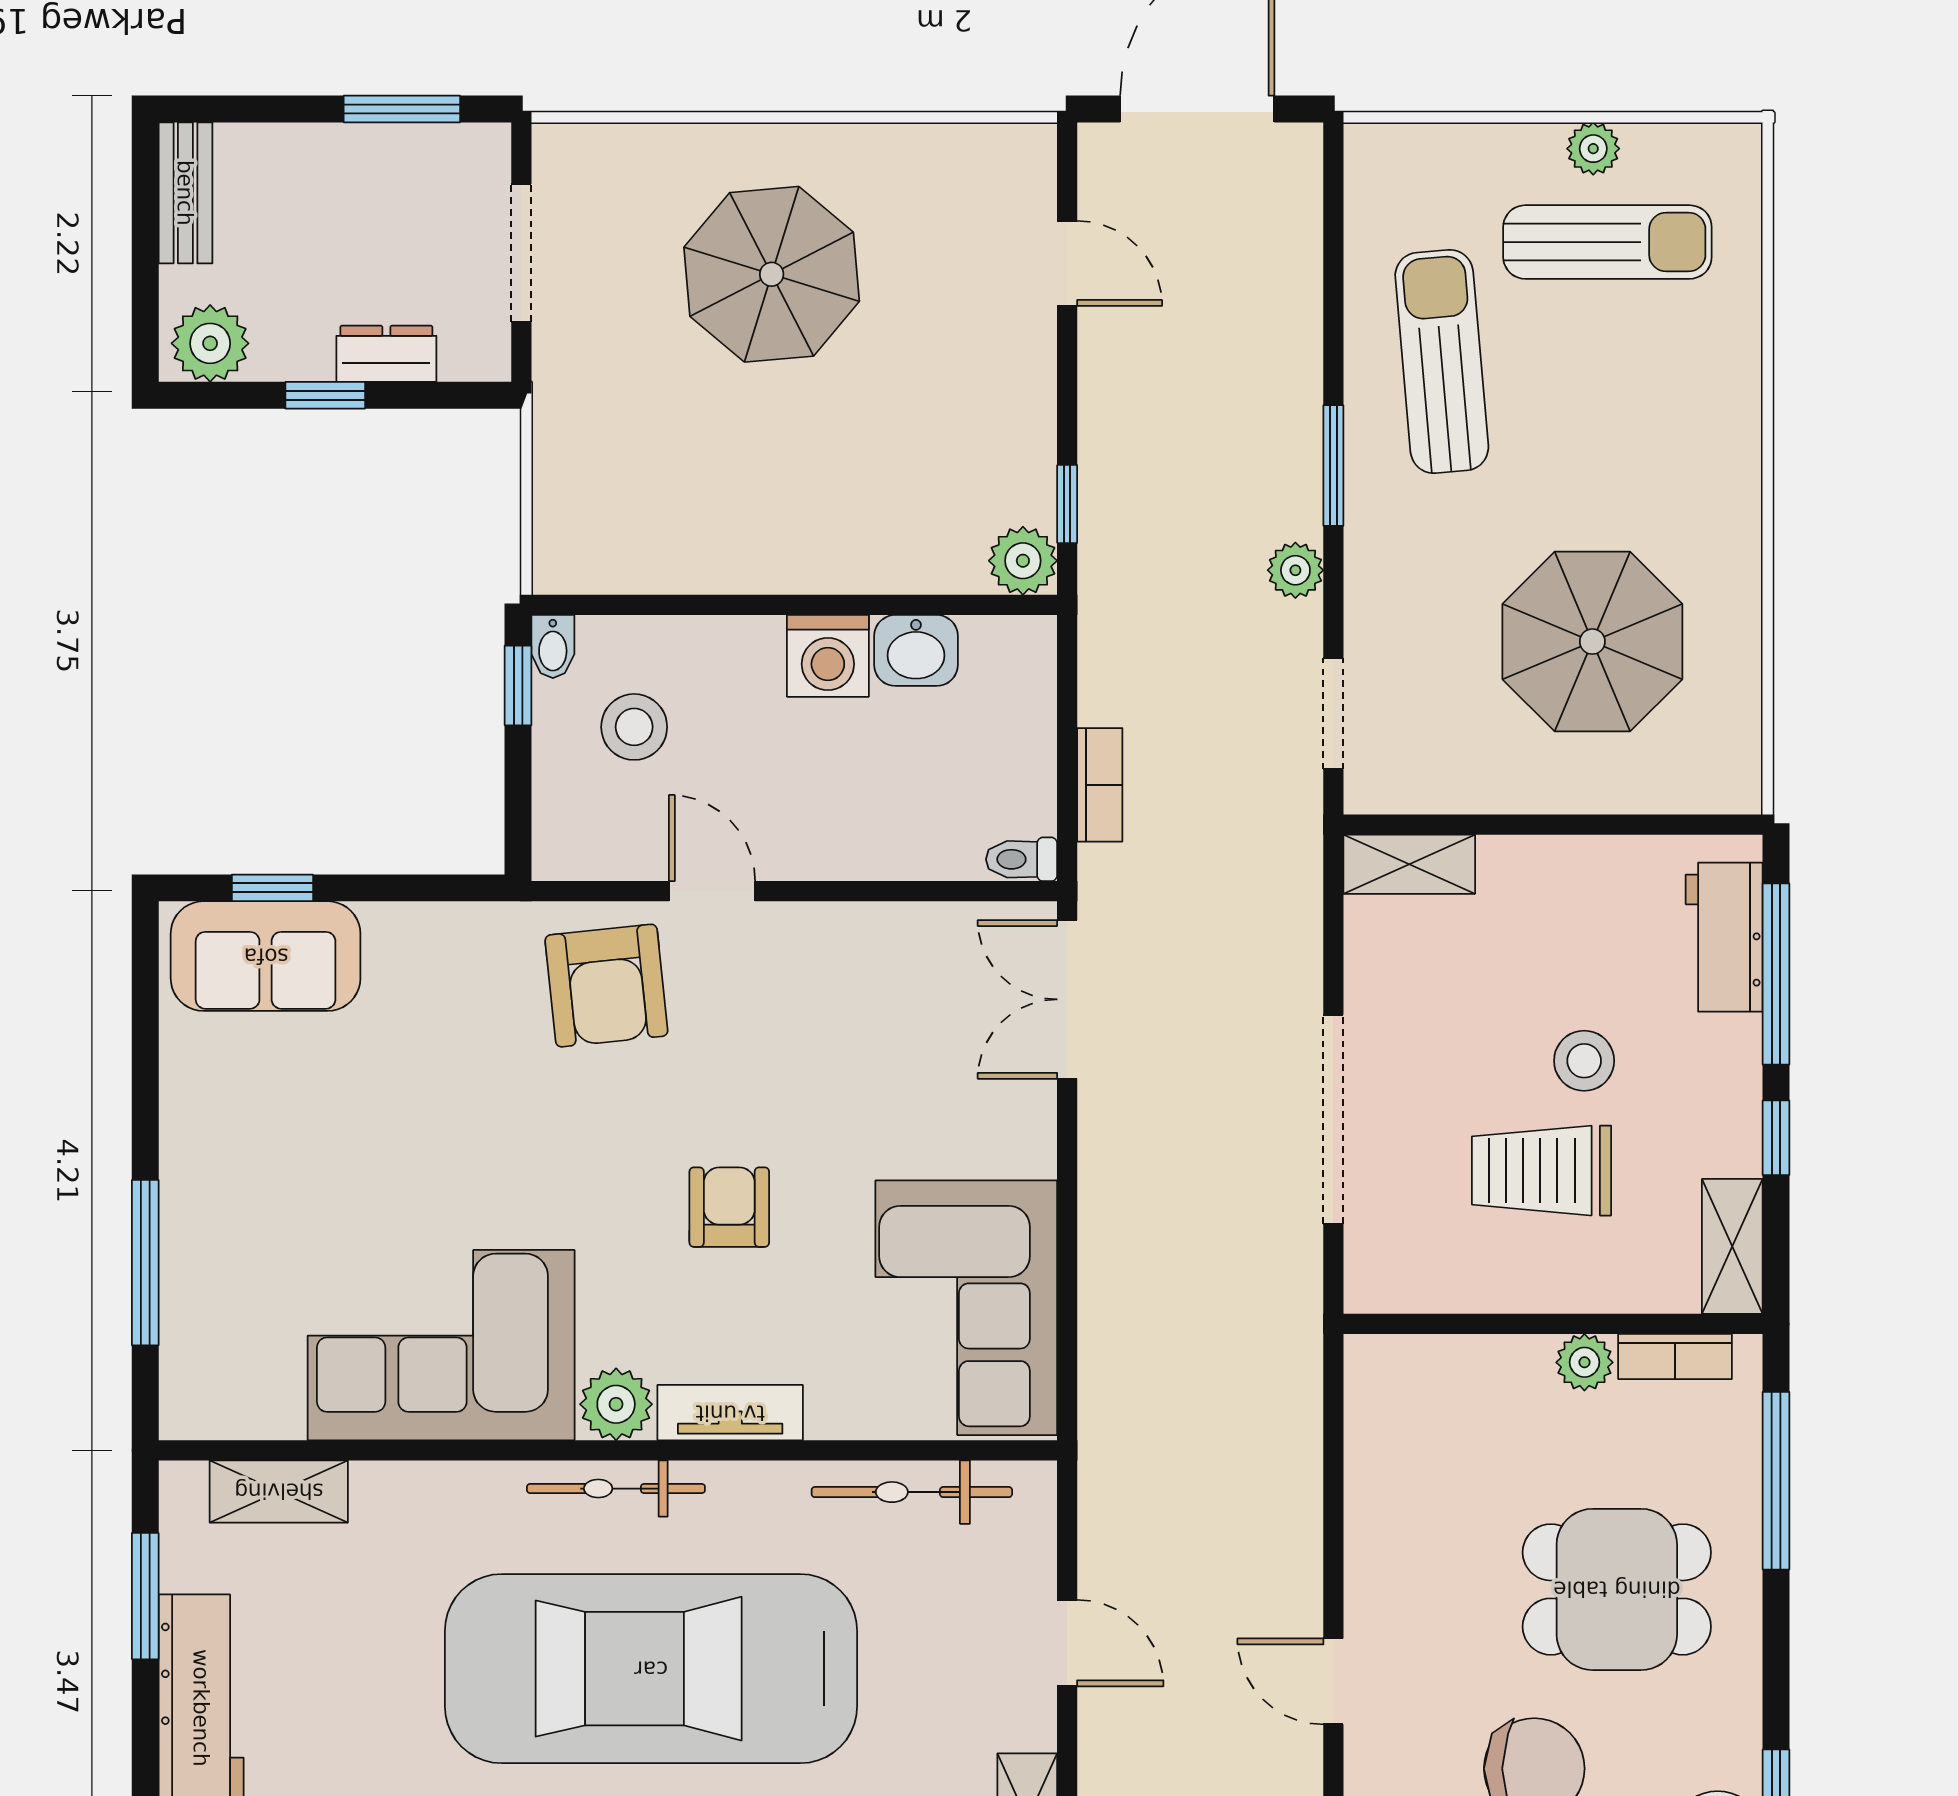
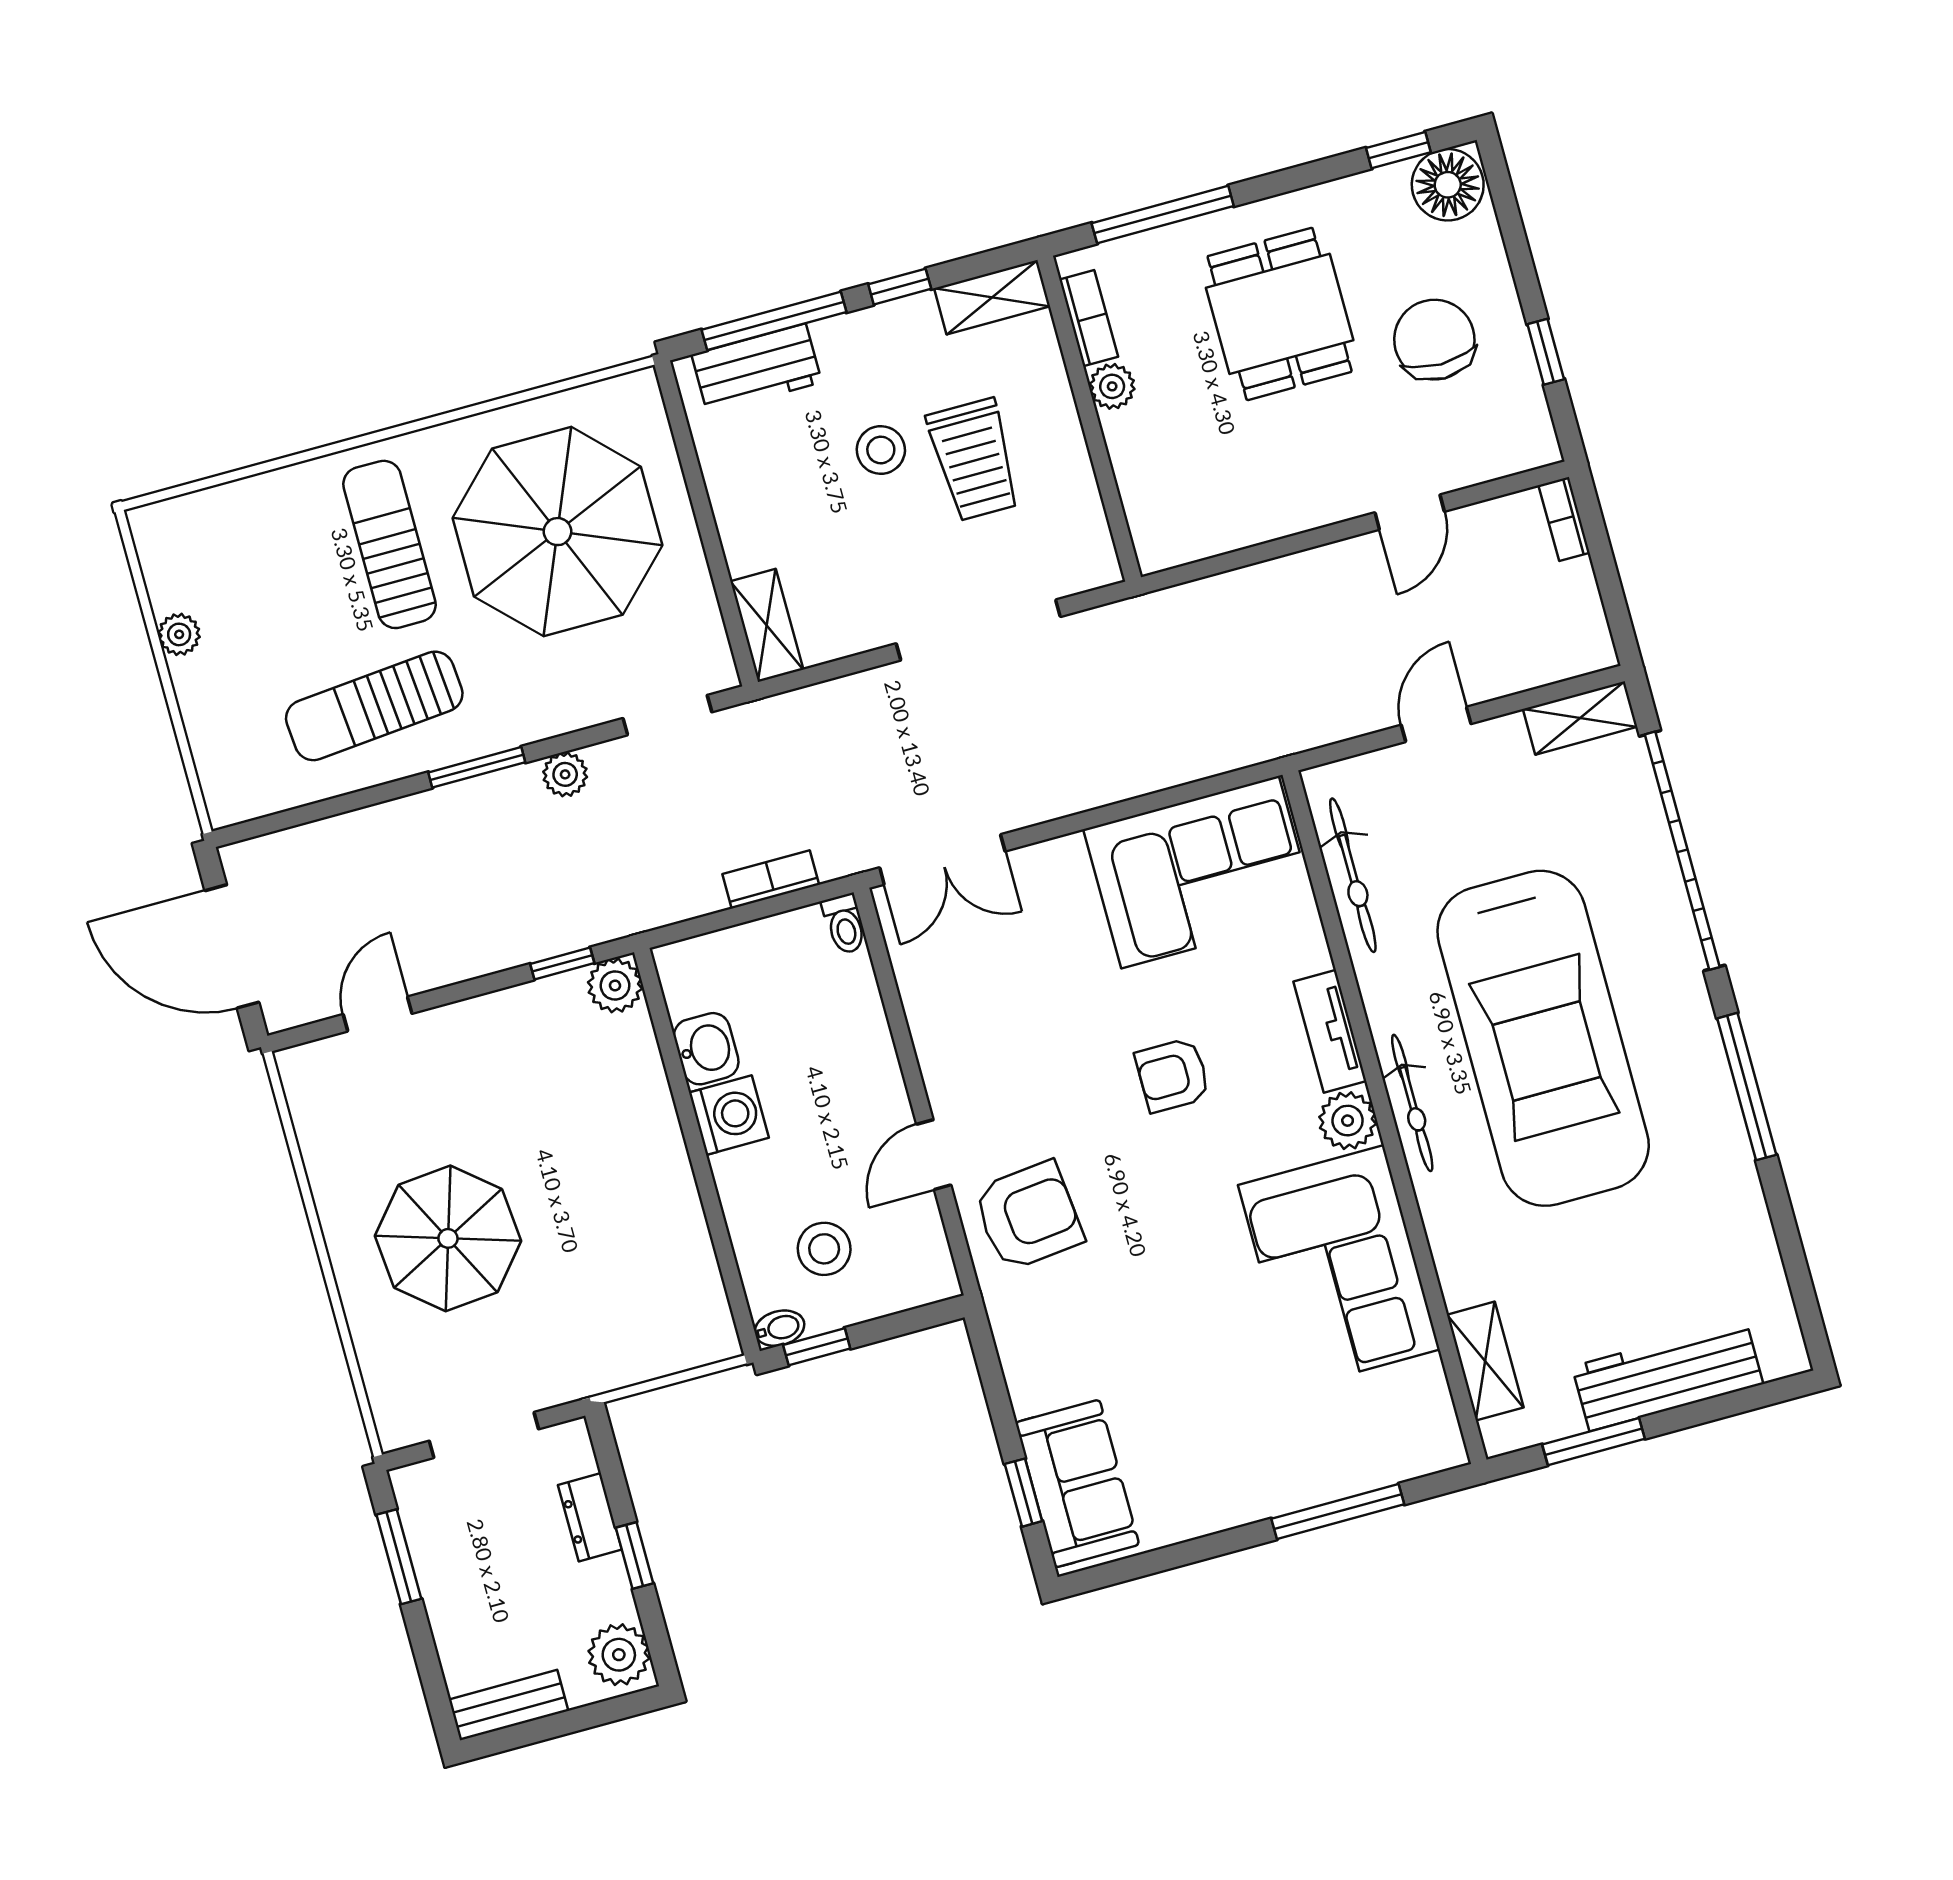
sun lounger: (1607, 242) -> (390, 544), moved
parasol: (1592, 642) -> (557, 532), width x1.36, depth x1.36

